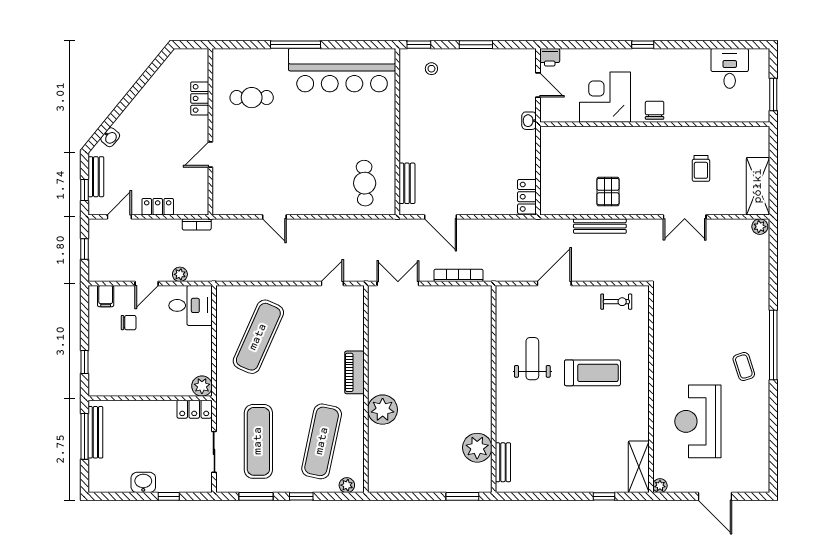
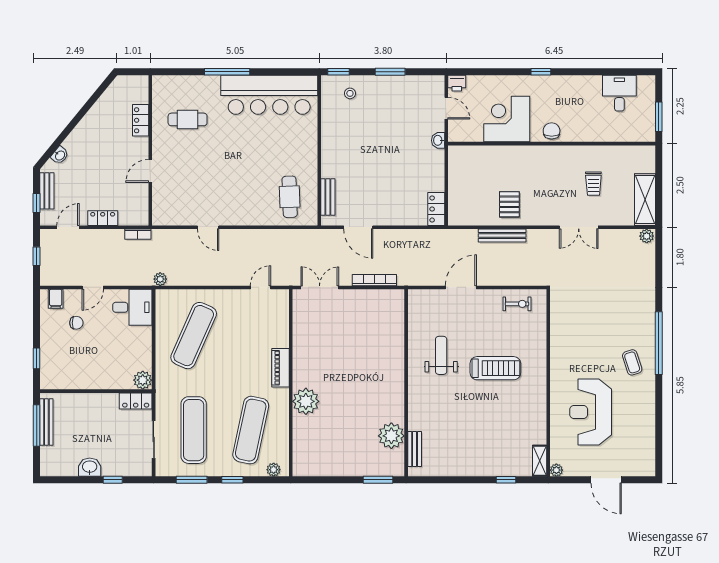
plant: (180, 274) -> (160, 279), moved
shelving: (639, 467) -> (540, 461), width x0.67, depth x0.75

